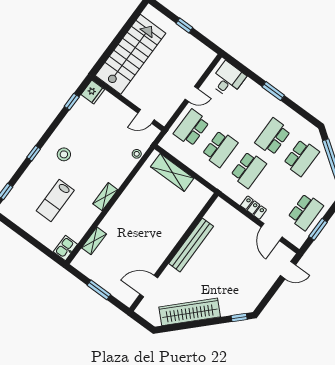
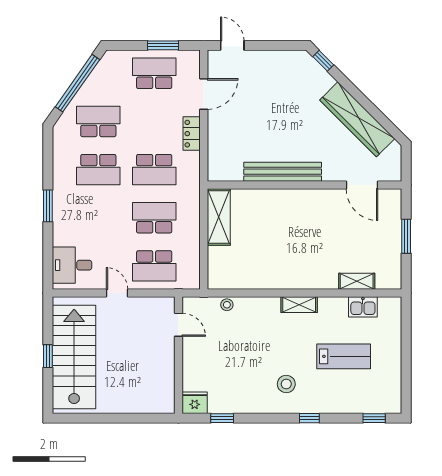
stairs: (130, 54) -> (74, 357), moved, turned 90
school desk: (248, 170) -> (154, 170), turned 180
shelving: (172, 172) -> (219, 217), moved
kitchen sink: (65, 248) -> (363, 307), moved

